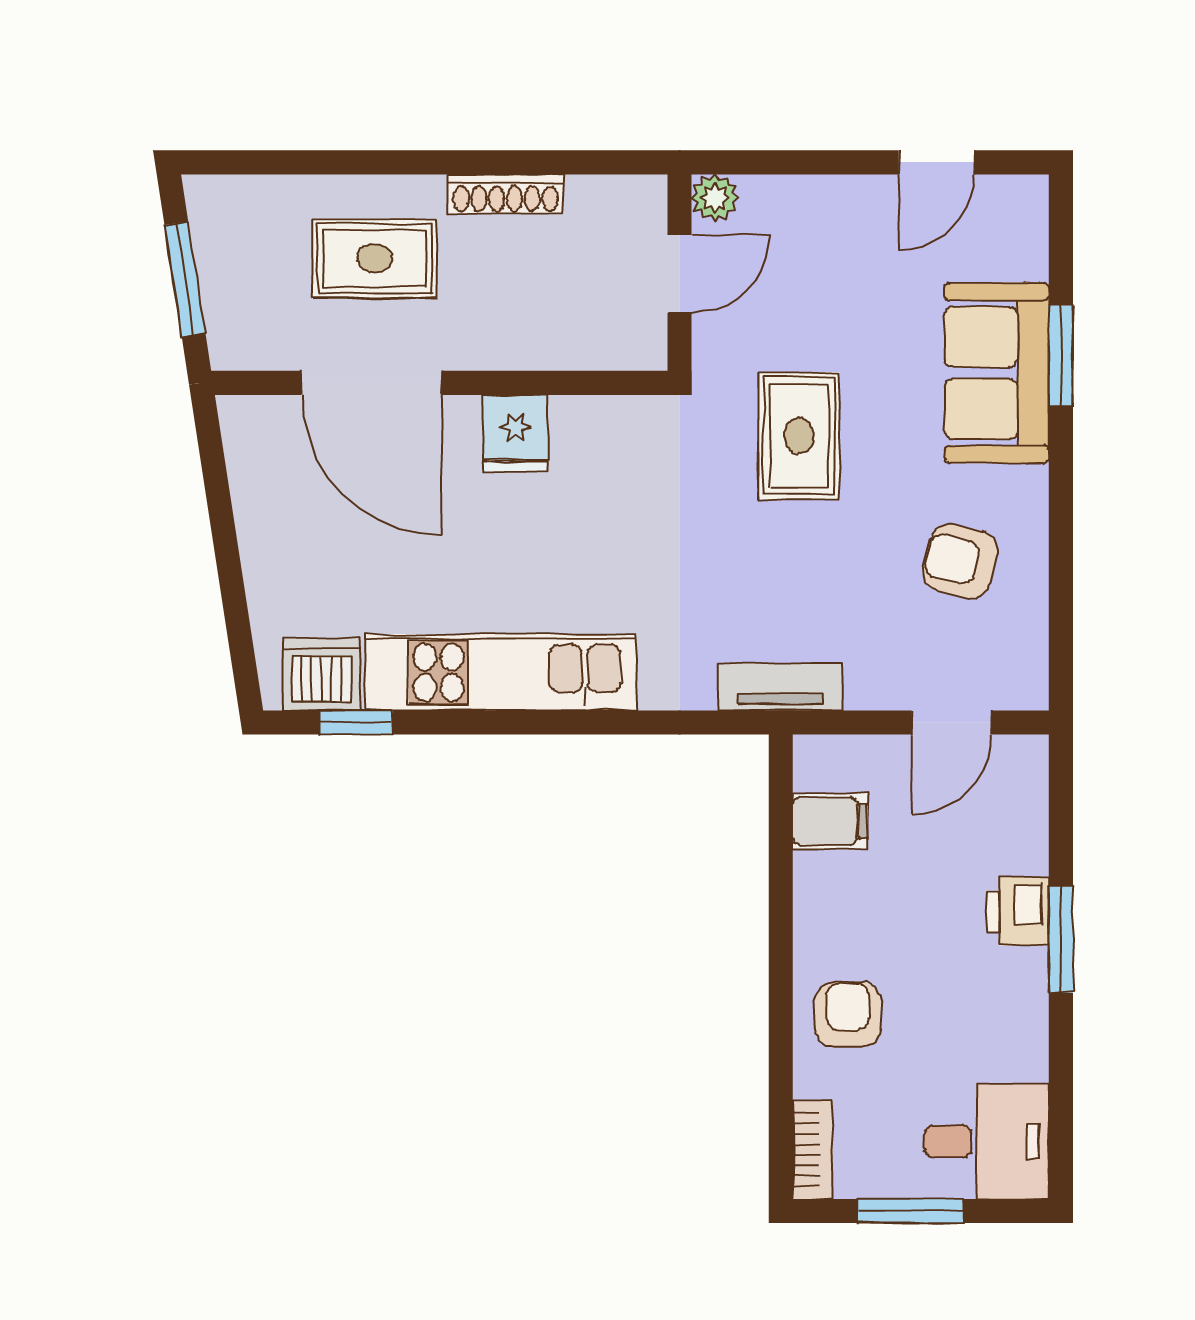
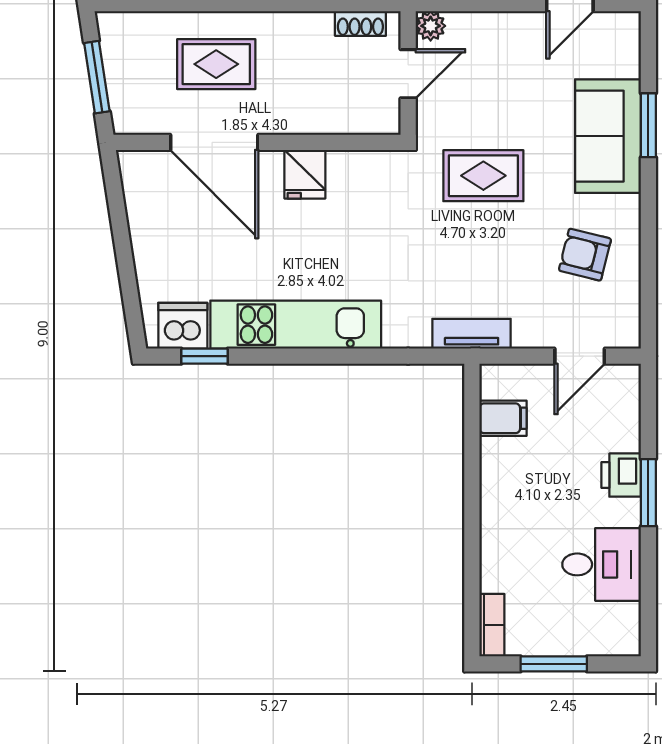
shoe rack: (506, 194) -> (360, 23), moved, width x0.70
rug: (799, 436) -> (483, 176), turned 90
armchair: (848, 1015) -> (514, 540), removed
desk: (987, 1141) -> (602, 564), moved

